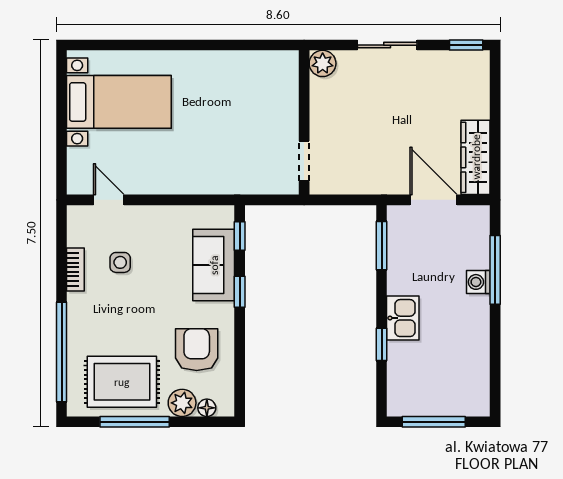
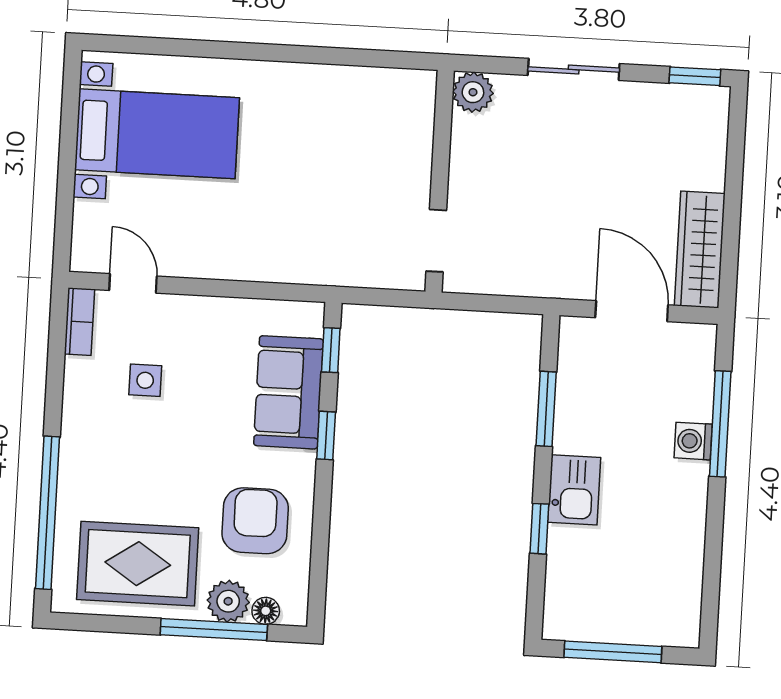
window: (382, 246) -> (546, 409), moved
bookcase: (75, 269) -> (80, 322), moved
window: (135, 422) -> (214, 630), moved

